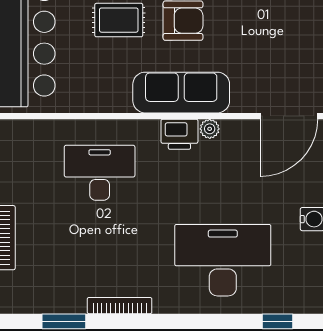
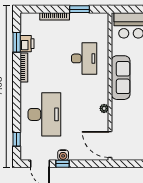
sofa: (181, 93) -> (121, 78), moved
printer: (179, 134) -> (27, 44), moved, turned 180

